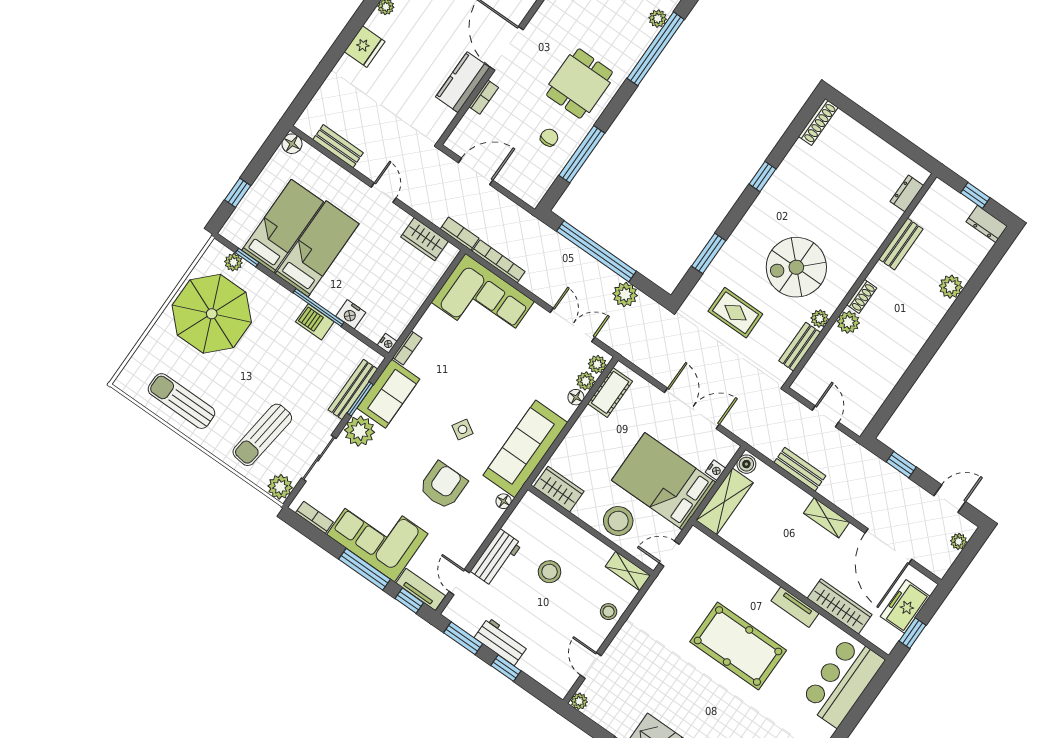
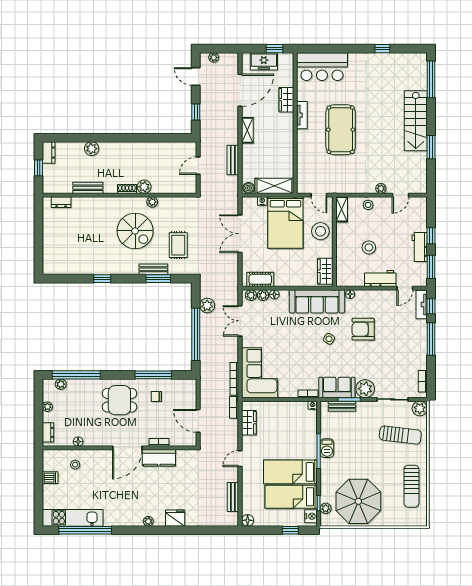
shoe rack: (818, 122) -> (56, 270), removed
nightstand: (351, 314) -> (311, 516), moved
bench: (800, 347) -> (153, 269), moved
bench: (353, 389) -> (342, 406), width x0.73
corner sofa: (377, 534) -> (409, 345), removed
wardrobe: (840, 606) -> (286, 100), width x0.67
plant: (579, 701) -> (381, 188), moved

